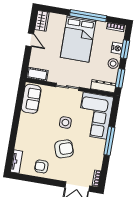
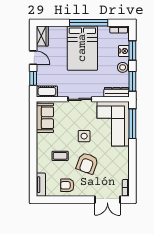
window: (26, 60) -> (33, 78), added
coffee table: (39, 137) -> (60, 156), added
window: (109, 141) -> (132, 124), moved
armchair: (64, 149) -> (87, 163), turned 129

